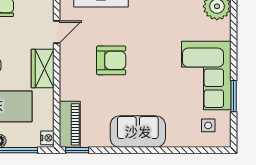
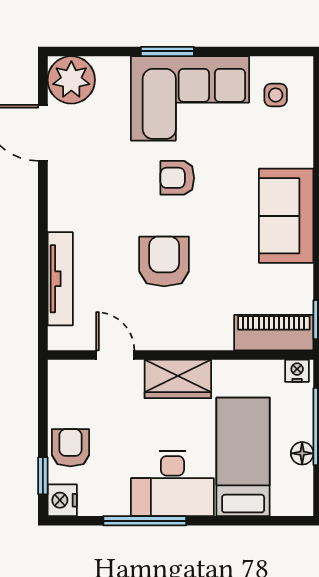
armchair: (160, 68) -> (177, 178), added
window: (234, 96) -> (167, 51), moved

